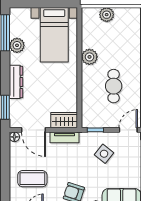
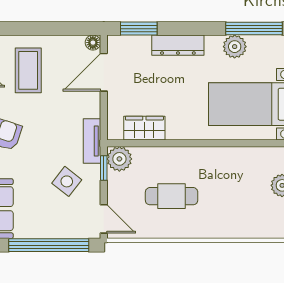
plant: (89, 57) -> (119, 159), moved
wardrobe: (64, 120) -> (144, 128), moved, turned -90
tv unit: (65, 137) -> (92, 141), moved

